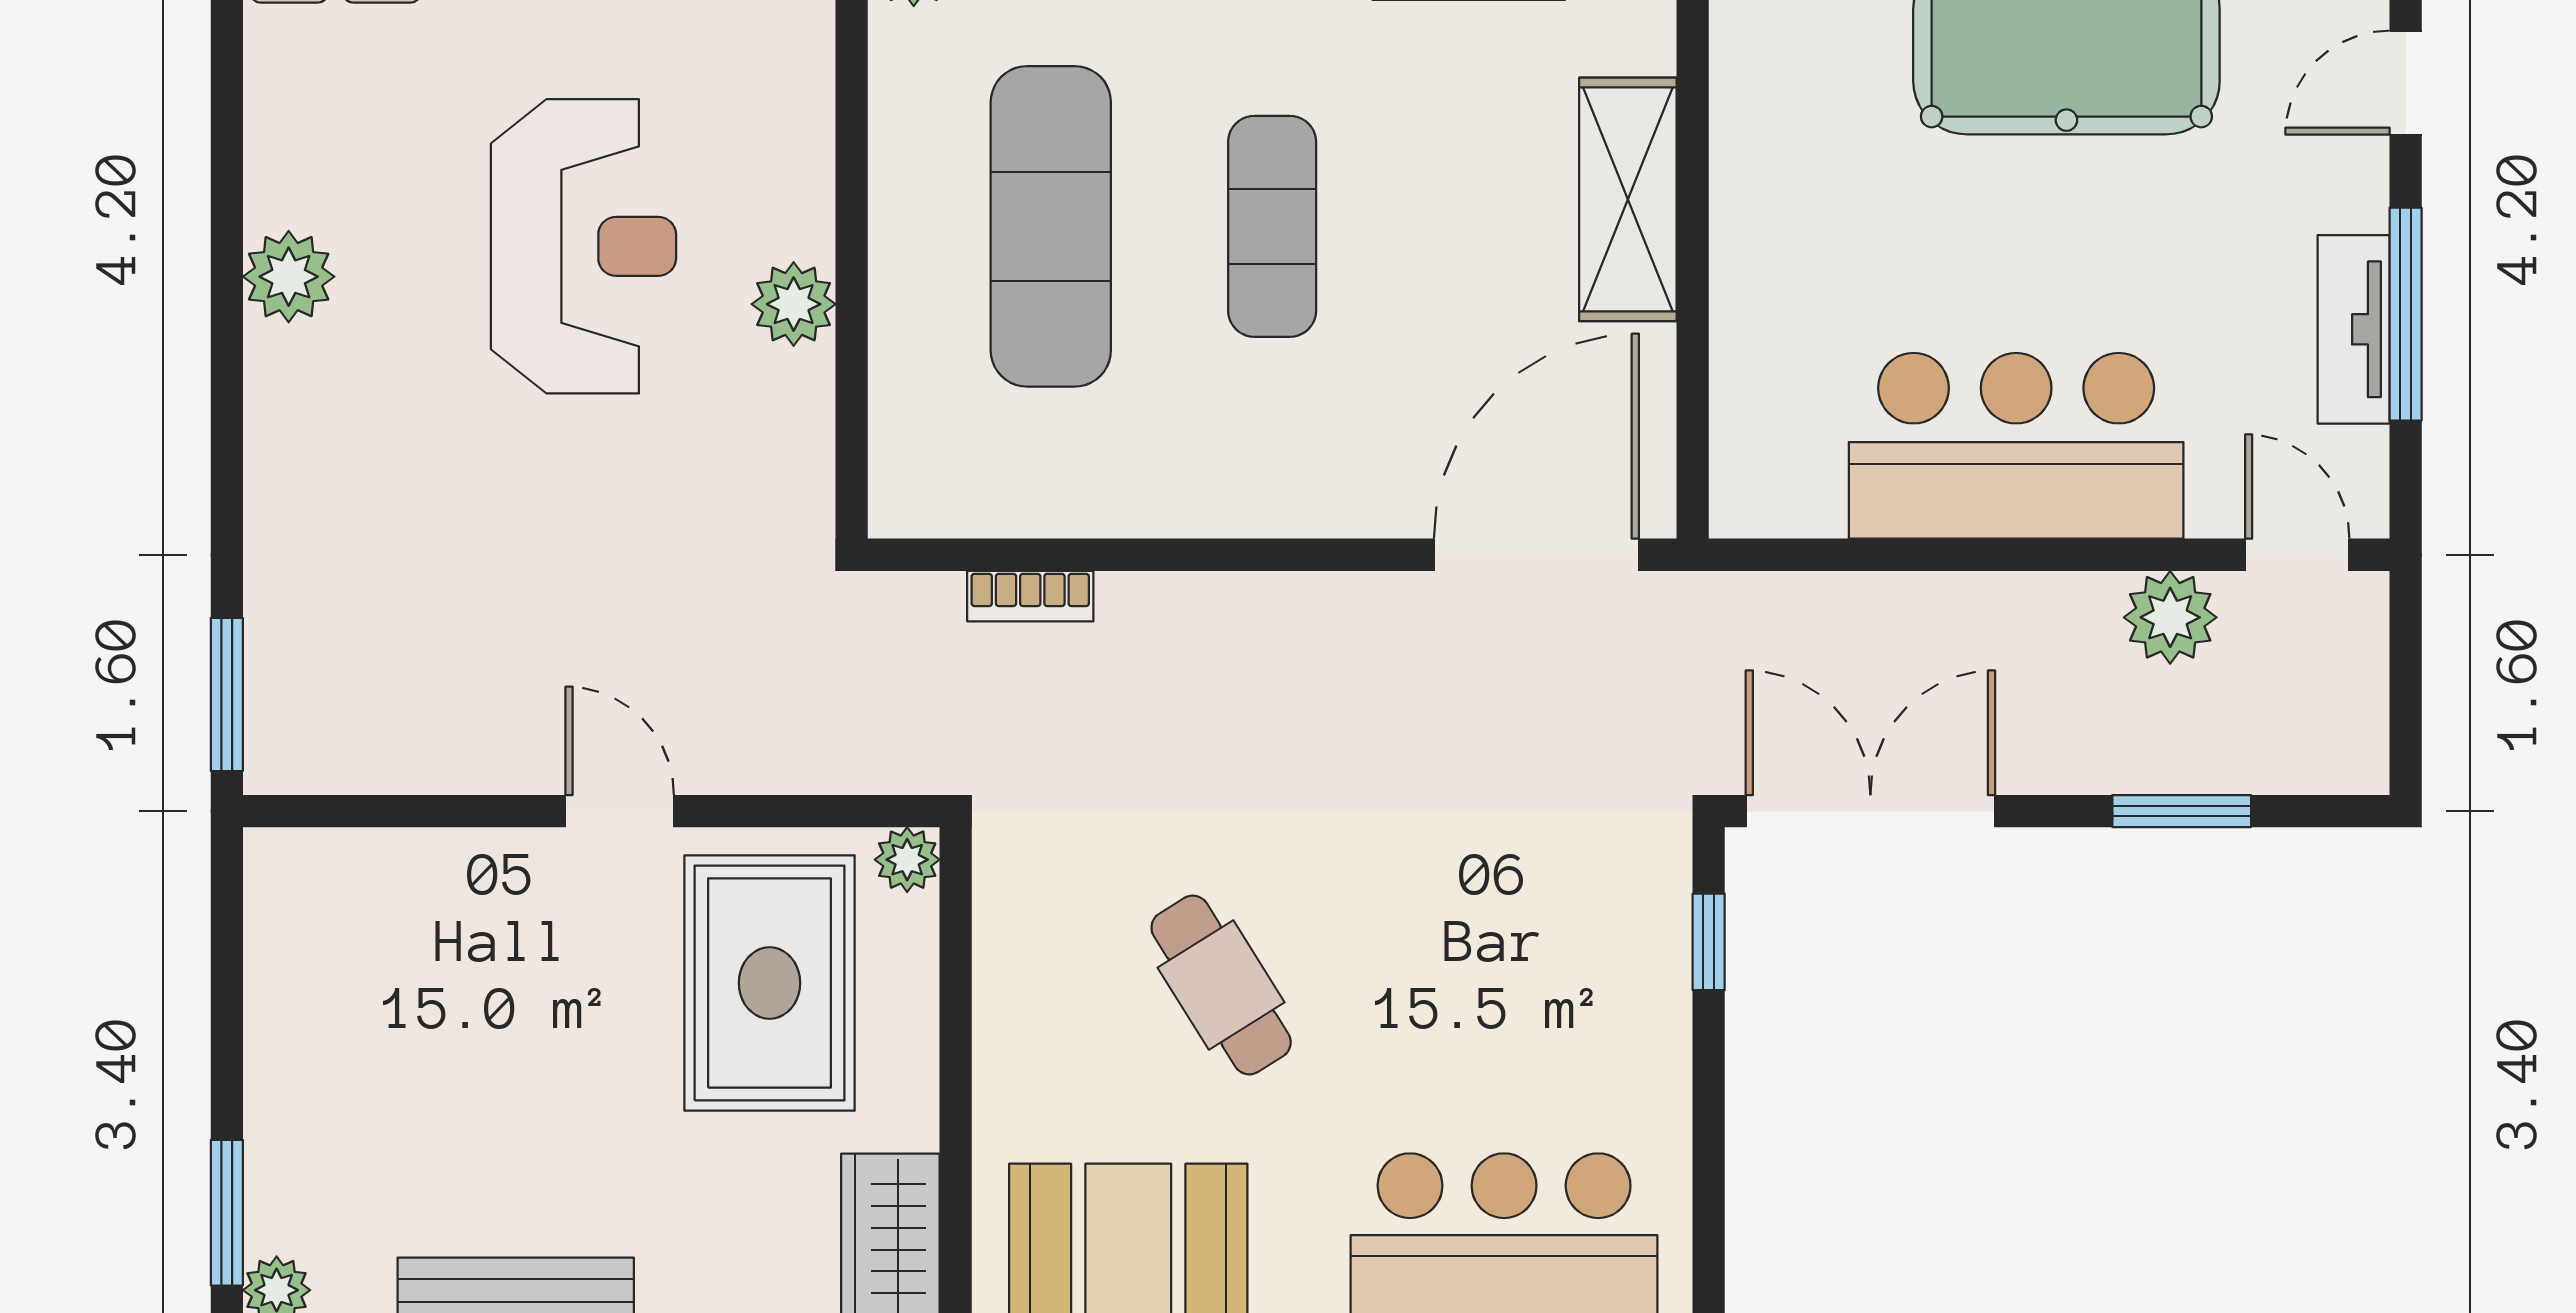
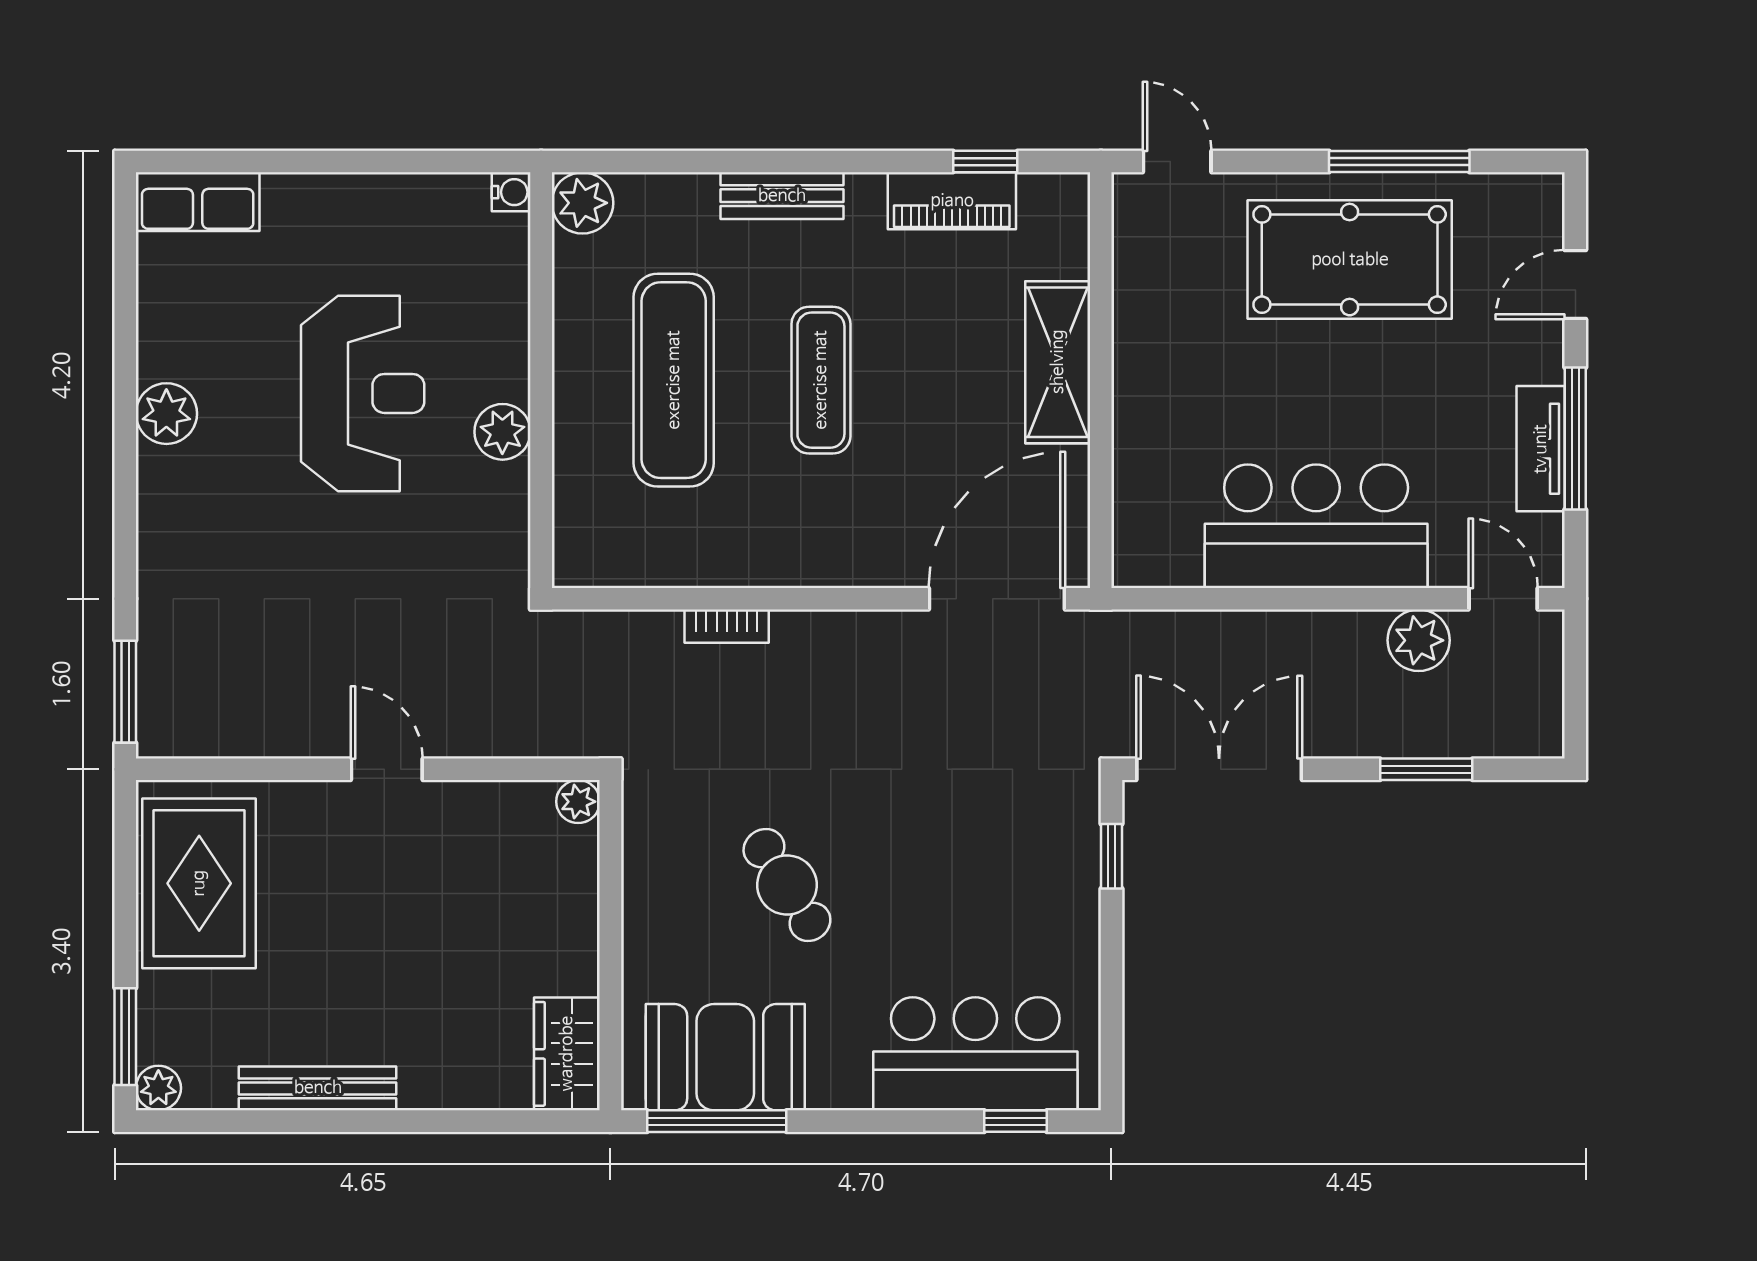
bookcase: (1030, 596) -> (727, 626), moved
rug: (770, 983) -> (199, 883), moved

